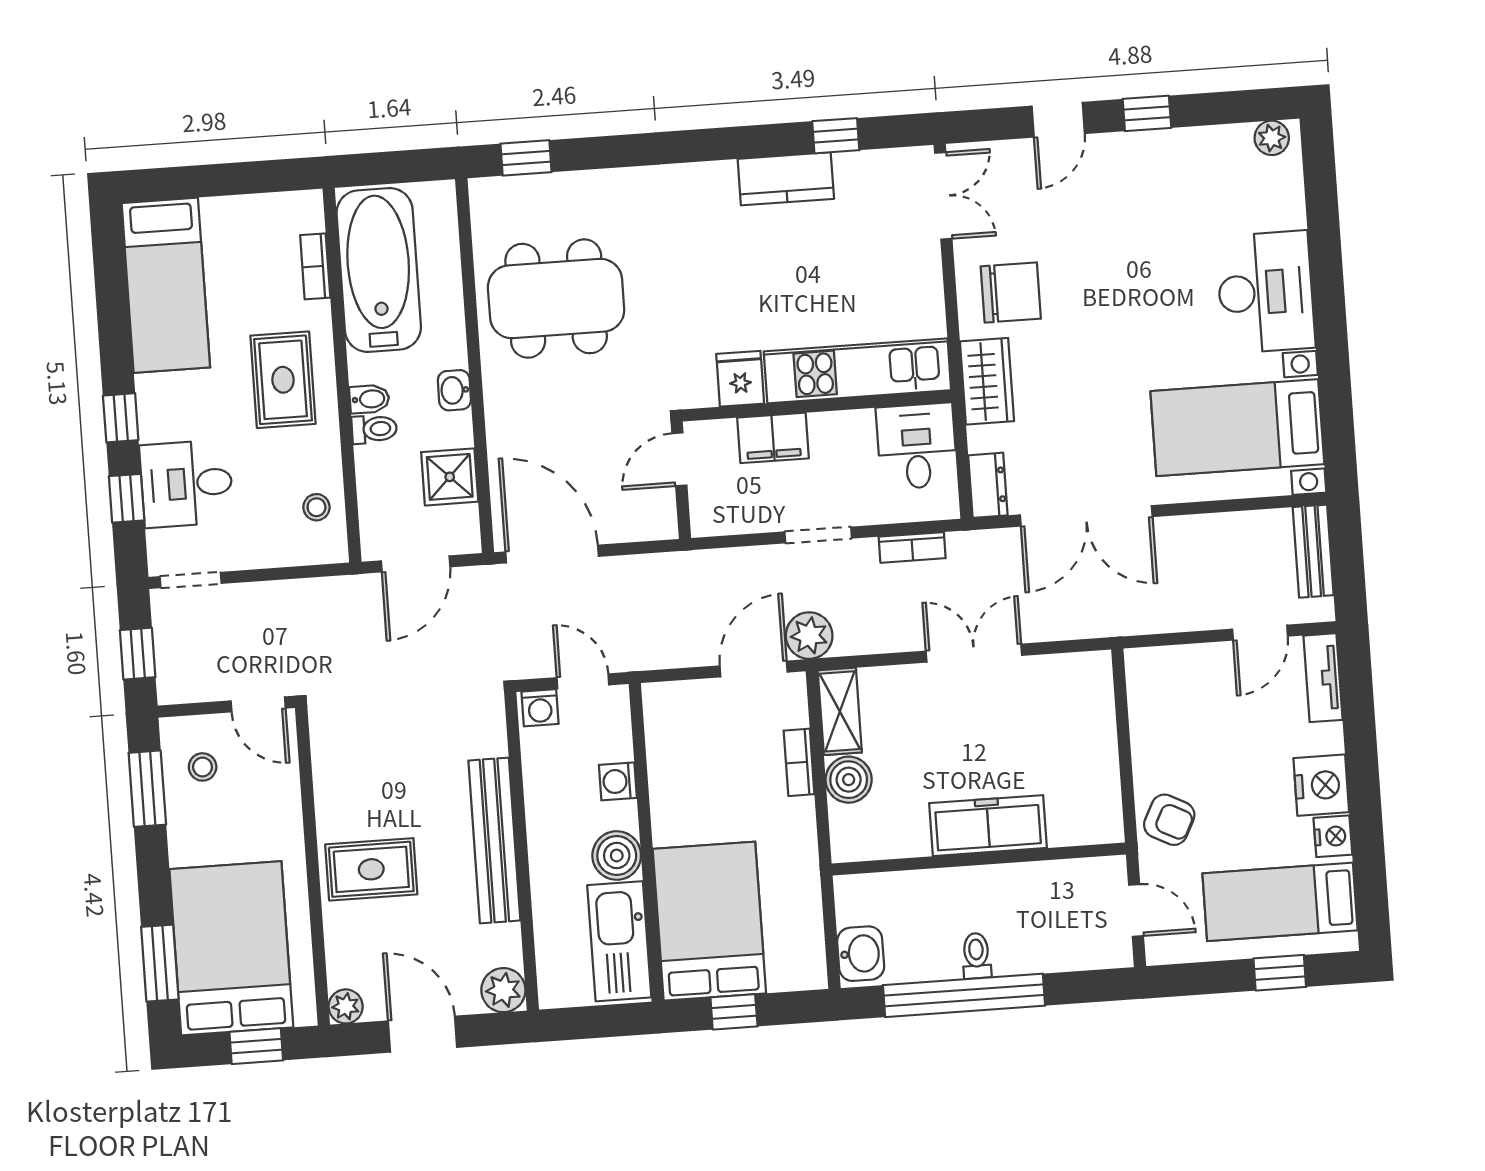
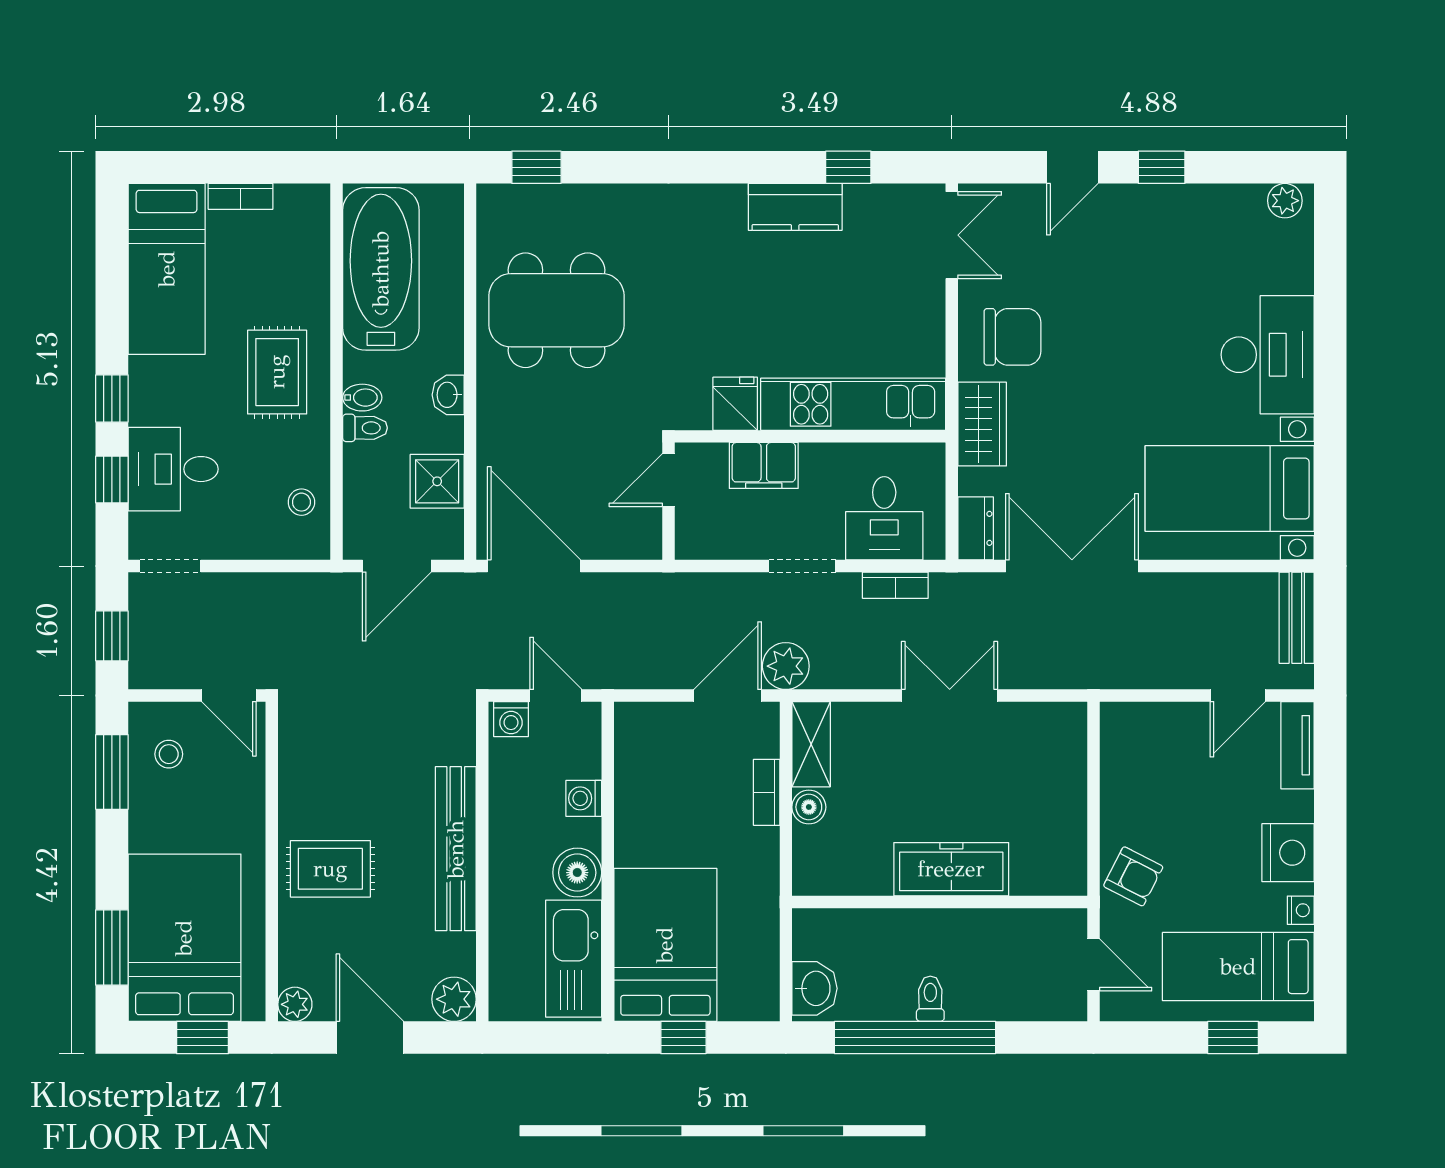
bookcase: (315, 266) -> (241, 196), moved, turned -90
desk: (917, 446) -> (884, 518), moved, turned 180
double door: (1086, 516) -> (1072, 566), swing flipped
boiler: (849, 780) -> (809, 807), width x0.73, depth x0.73
nightstand: (1333, 836) -> (1301, 910), width x0.72, depth x0.74

